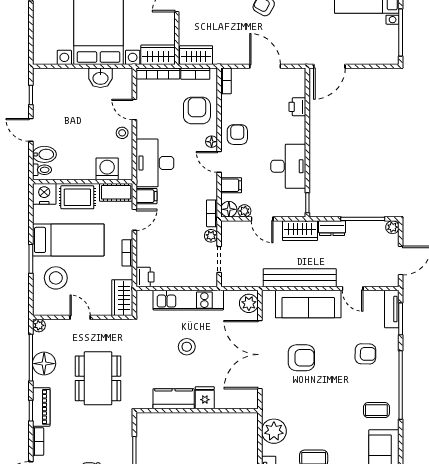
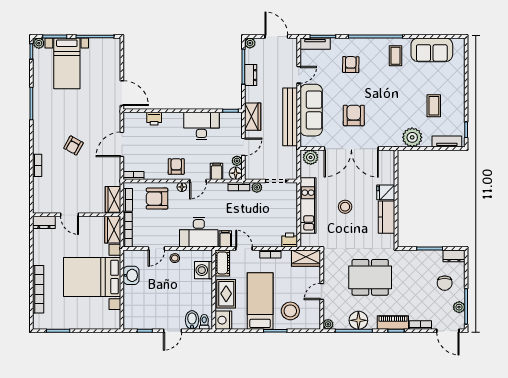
armchair: (237, 135) -> (176, 166), turned 90
dresser: (332, 228) -> (251, 75), moved

